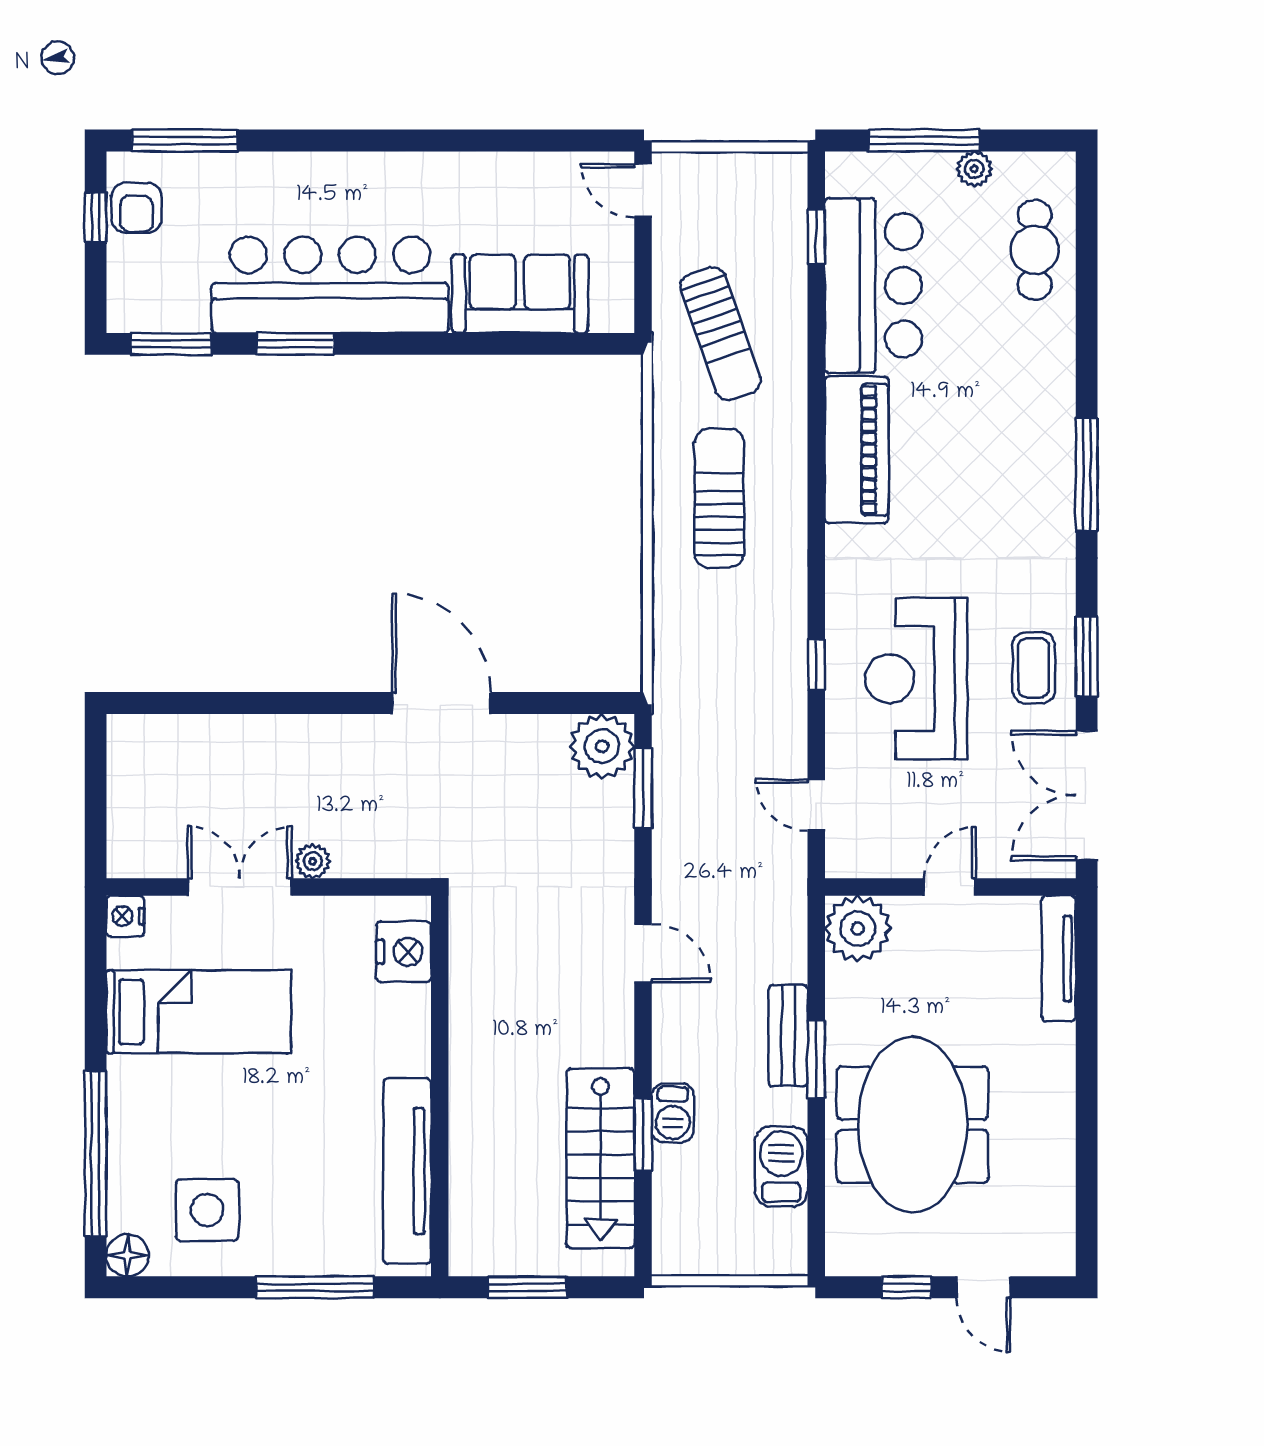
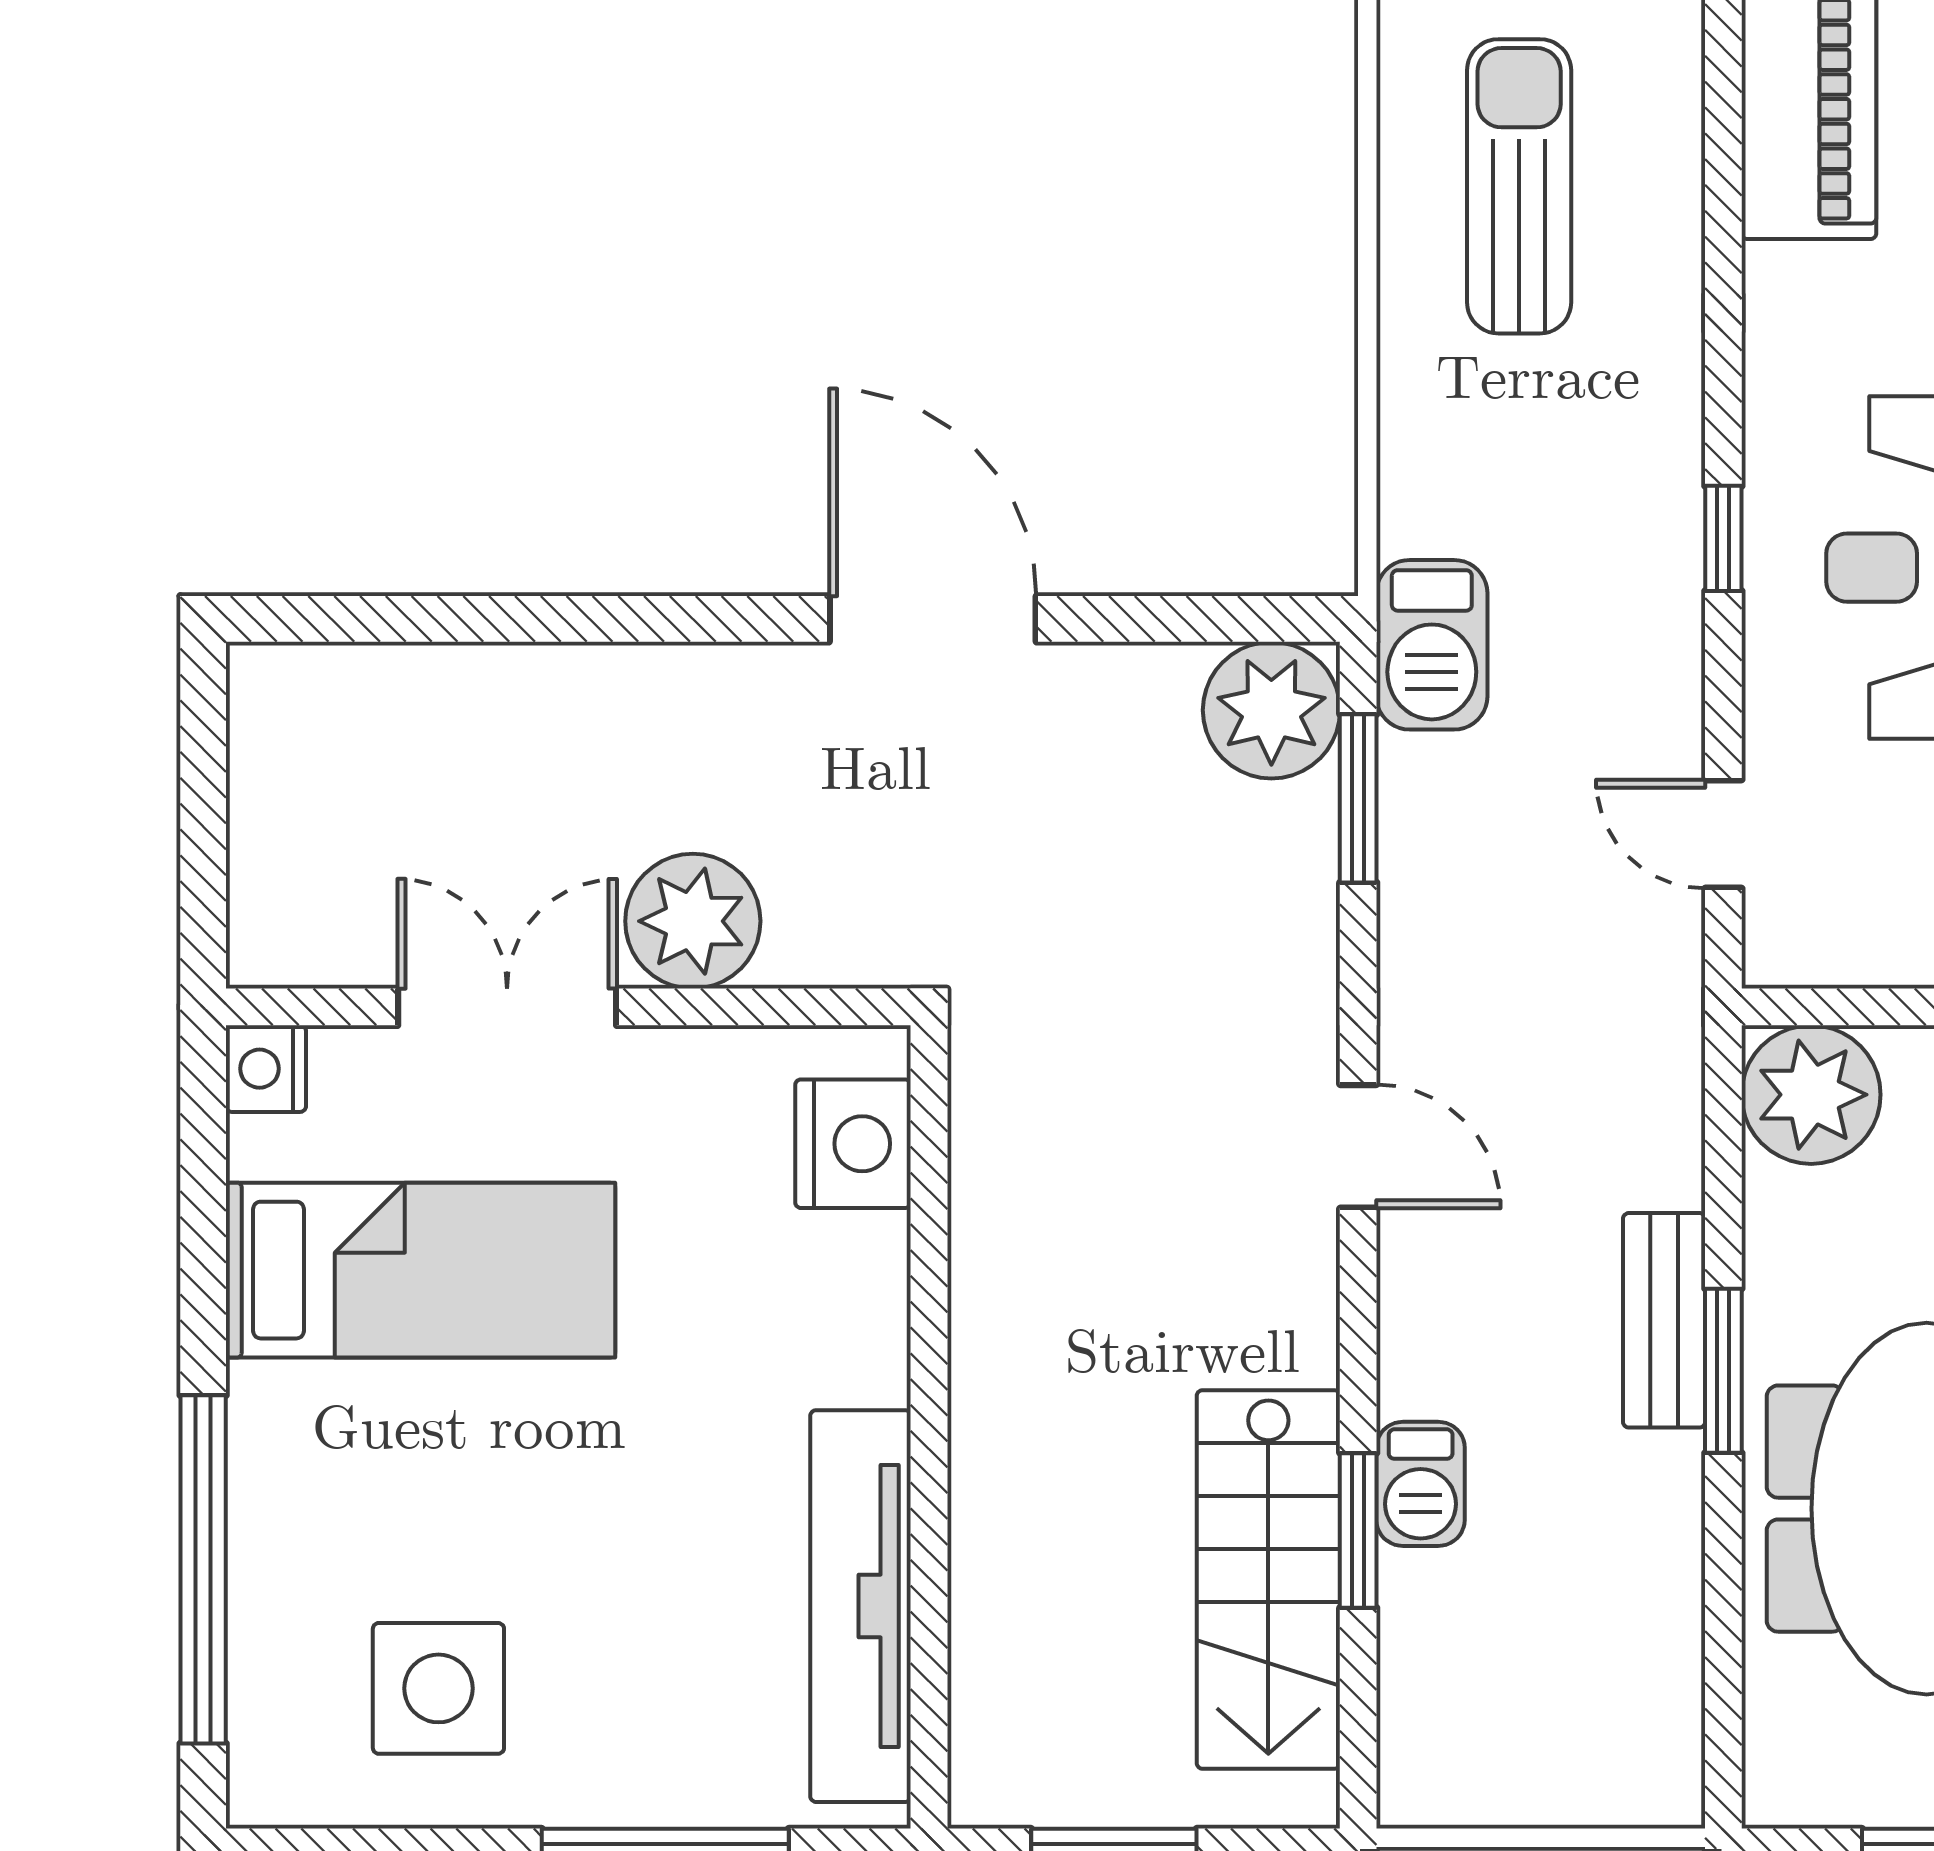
plant: (313, 861) -> (693, 921), width x1.88, depth x1.88
barbecue: (781, 1166) -> (1432, 645), moved, turned 180
floor lamp: (128, 1255) -> (271, 1784), removed

